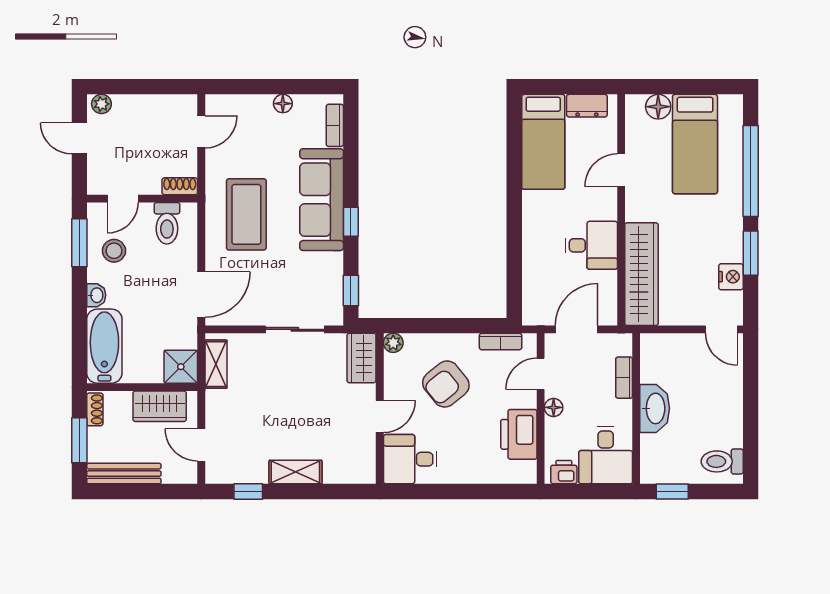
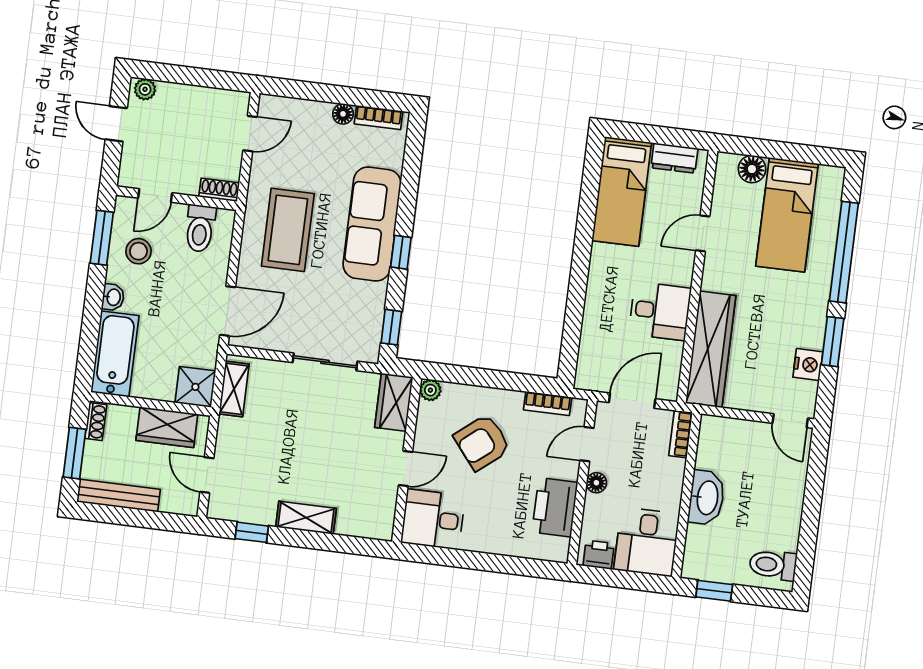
bookcase: (335, 125) -> (379, 117), moved, turned -90
bookcase: (624, 378) -> (681, 434), moved

